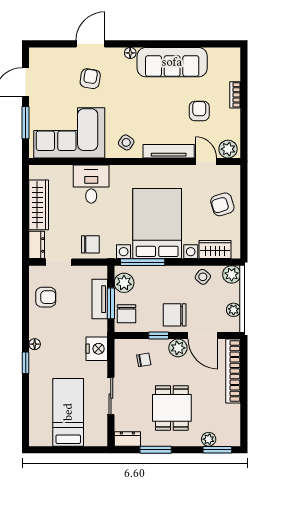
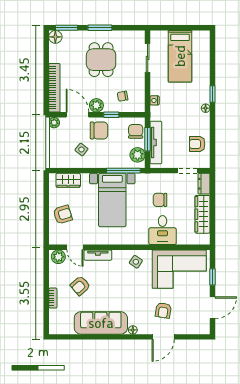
armchair: (199, 111) -> (80, 286), turned 49
window: (26, 123) -> (212, 277), width x0.67
tv unit: (169, 151) -> (98, 255), width x0.71
bed with nightstands: (157, 224) -> (112, 200), width x0.73
chair: (90, 244) -> (160, 200), moved
plant: (232, 274) -> (56, 161), removed
side table: (203, 277) -> (81, 150), moved
tv unit: (100, 299) -> (156, 143), width x1.41
plant: (234, 310) -> (54, 123), moved
nightstand: (97, 349) -> (155, 100), width x0.53, depth x0.56
sliding door: (111, 396) -> (148, 58), moved
floor lamp: (232, 438) -> (55, 37), added
dresser: (127, 439) -> (135, 36), removed
plant: (209, 439) -> (73, 36), removed
window: (156, 450) -> (100, 28), moved

